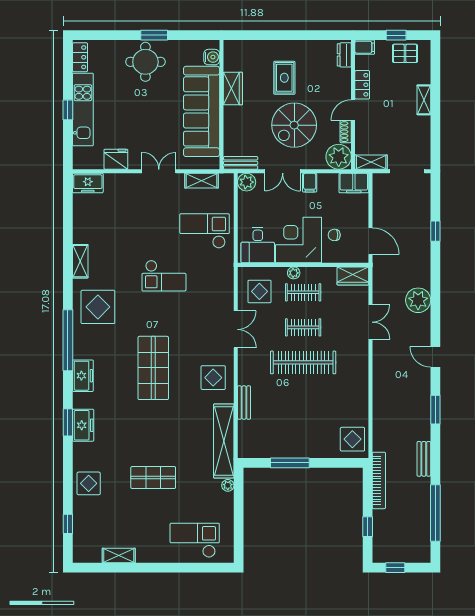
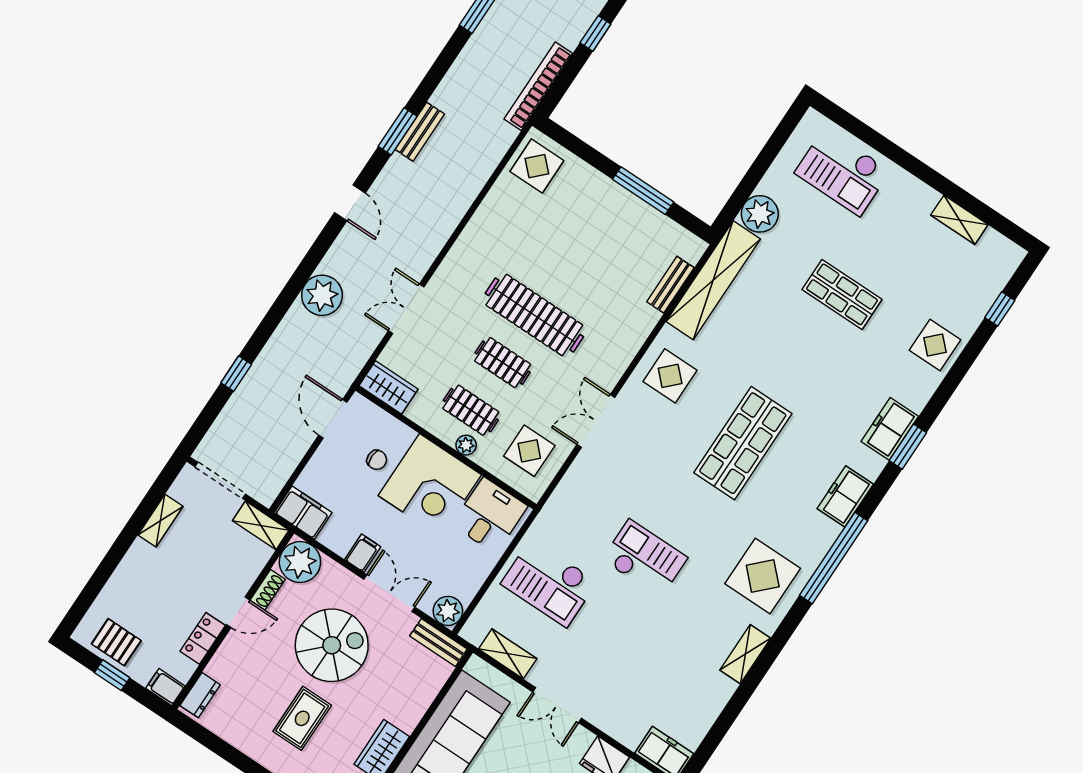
shelving: (424, 100) -> (161, 521), moved
bench: (244, 403) -> (670, 285), moved
bench: (424, 459) -> (420, 132), moved
plant: (228, 485) -> (760, 214), width x1.88, depth x1.88

